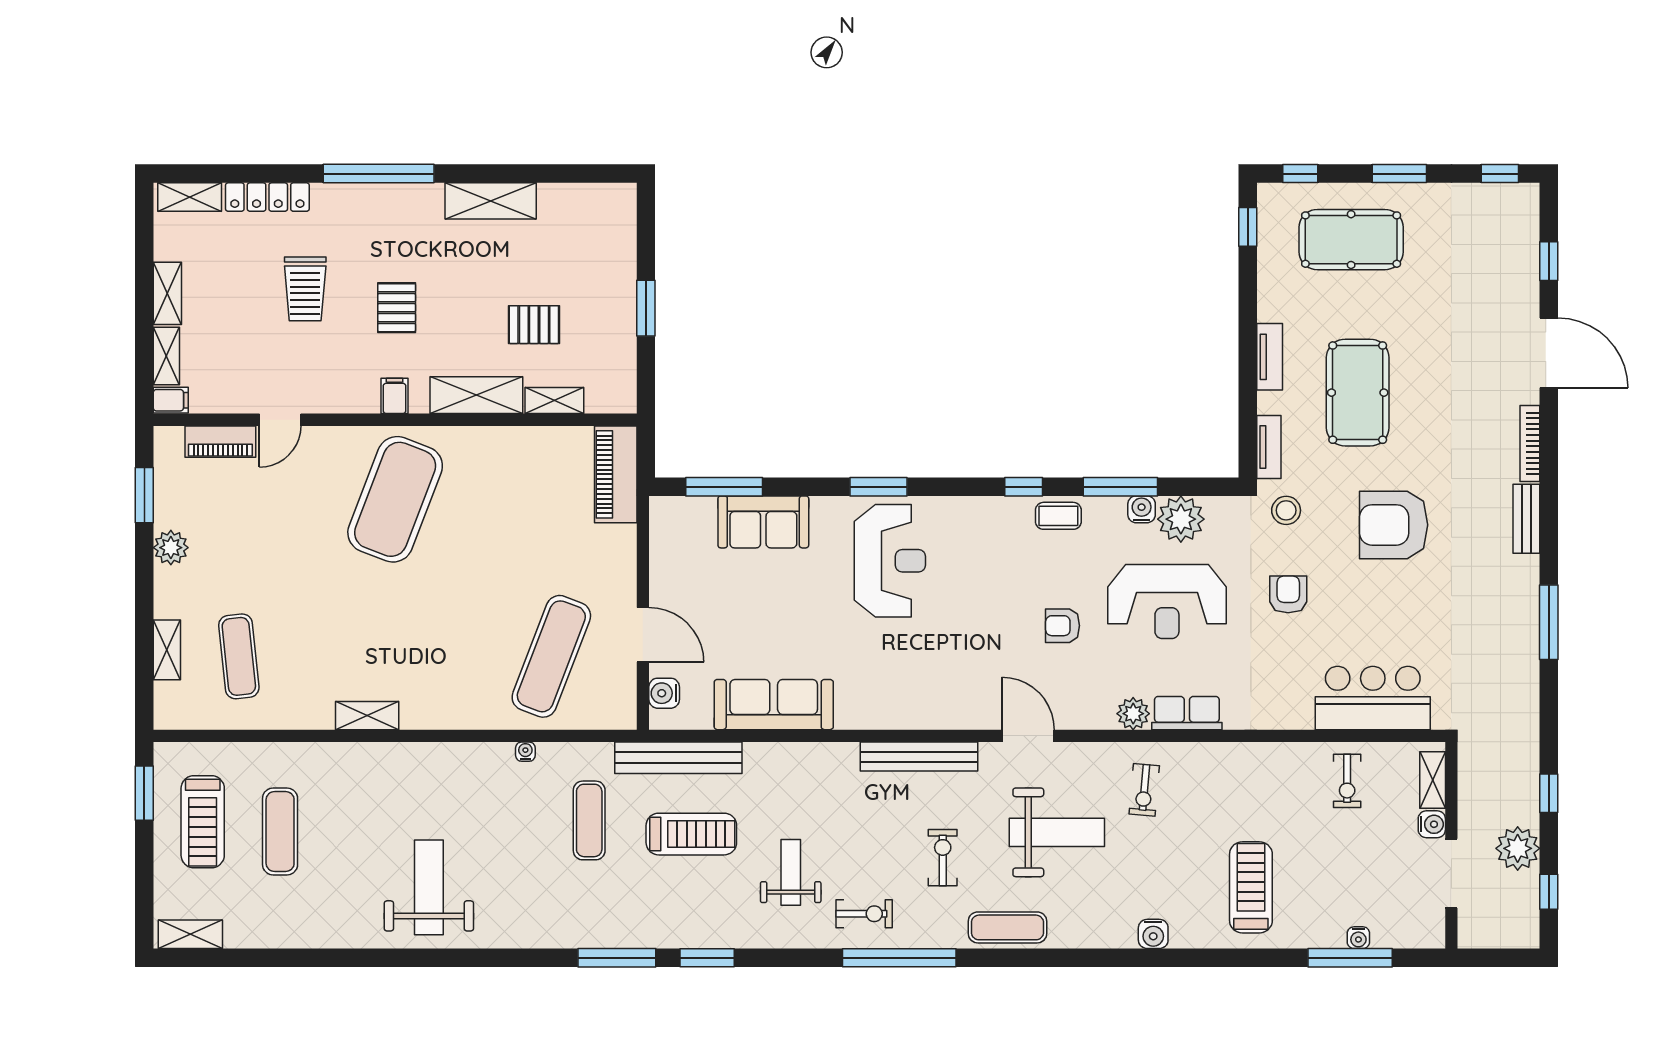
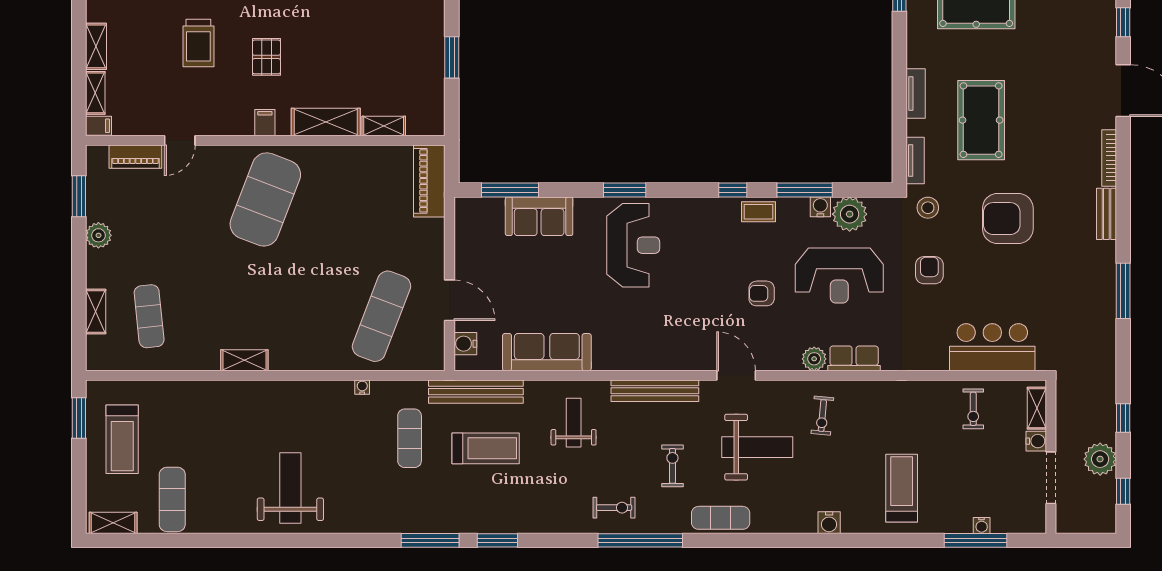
pallet: (534, 325) -> (369, 70), removed
exercise mat: (280, 831) -> (172, 499), moved
weight bench: (791, 872) -> (574, 423), moved

